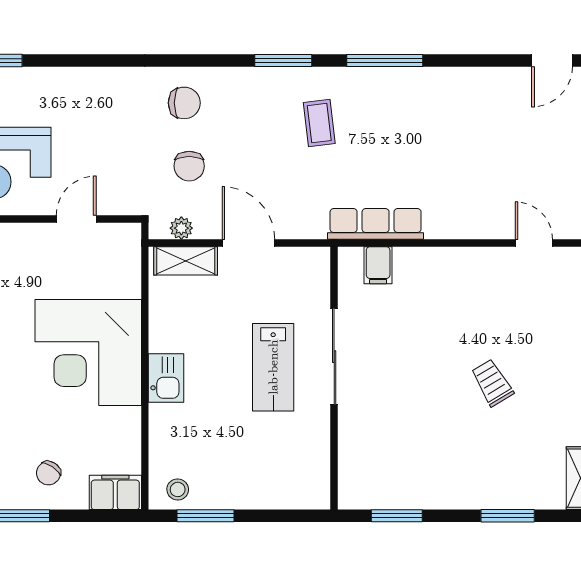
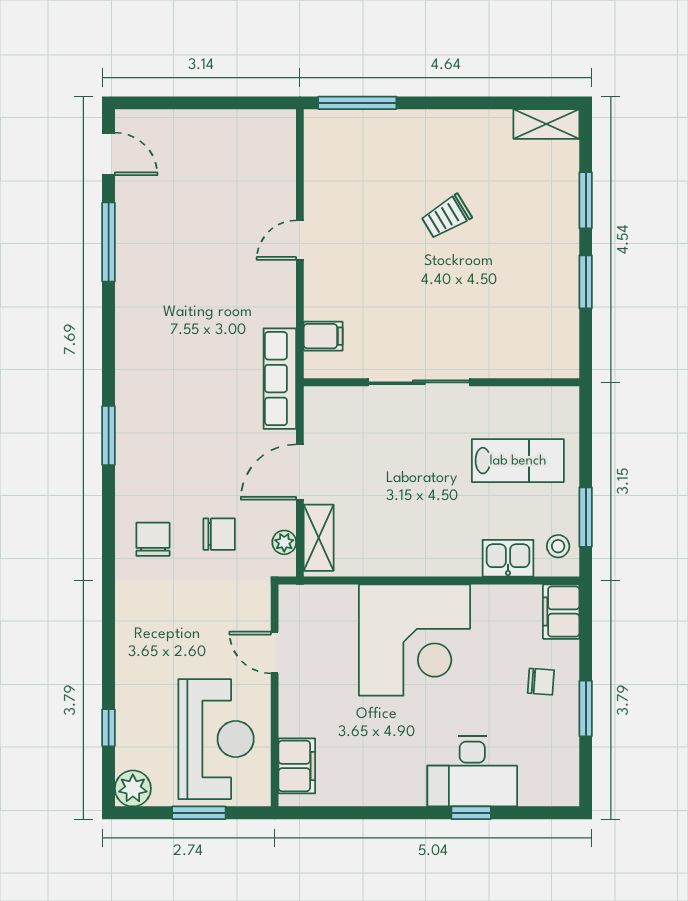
window: (385, 61) -> (109, 242), moved
coffee table: (319, 123) -> (174, 398), removed
row of seats: (376, 224) -> (280, 379), moved
door: (534, 243) -> (300, 240), moved
lab bench: (273, 367) -> (518, 461), moved
kitchen sink: (166, 378) -> (508, 558), moved
chair: (48, 473) -> (541, 682), turned -30
window: (397, 516) -> (586, 282), moved

